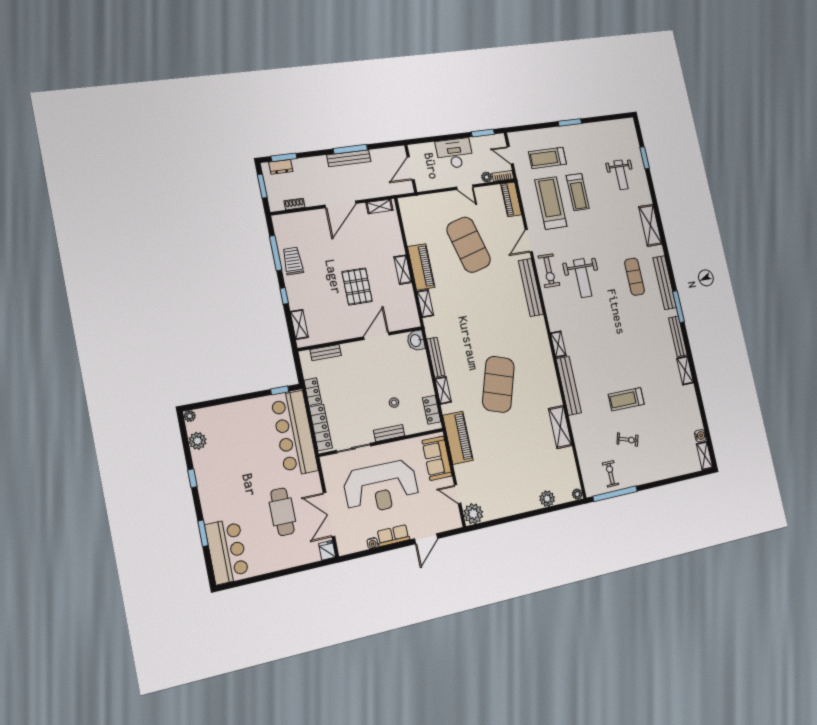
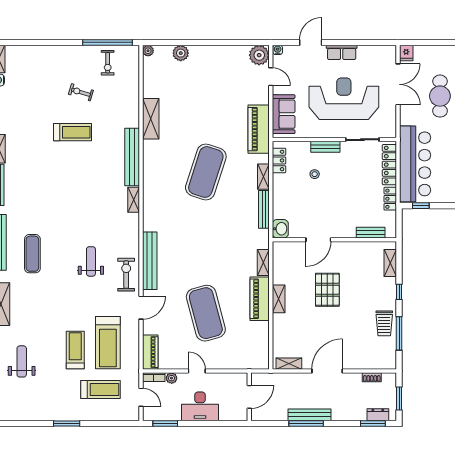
weight bench: (583, 278) -> (91, 261), width x0.73, depth x0.75
water cooler: (373, 543) -> (278, 50), moved

